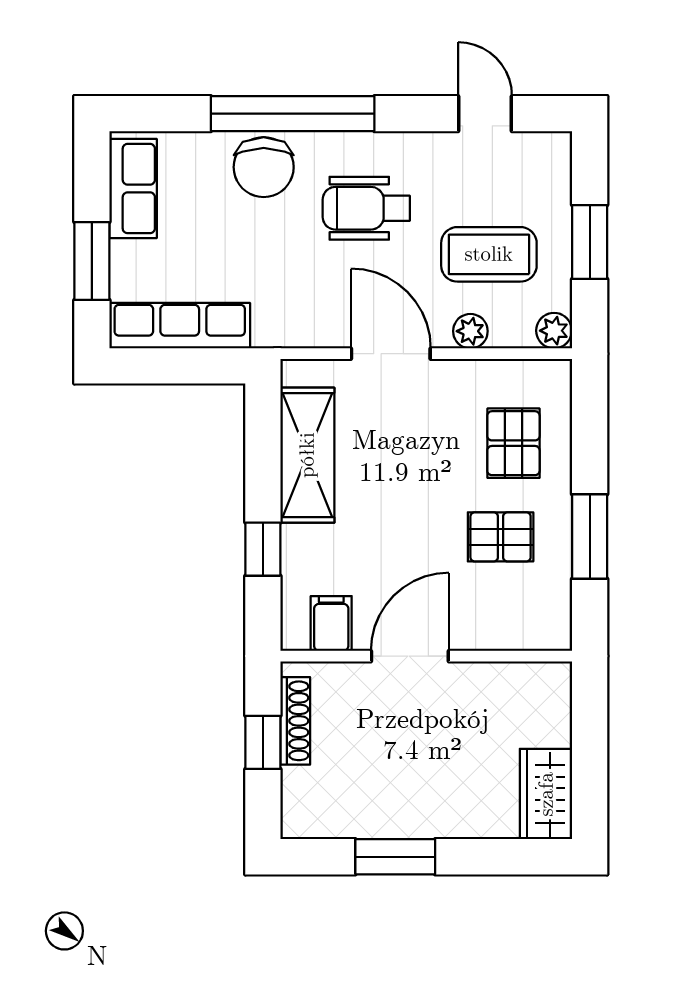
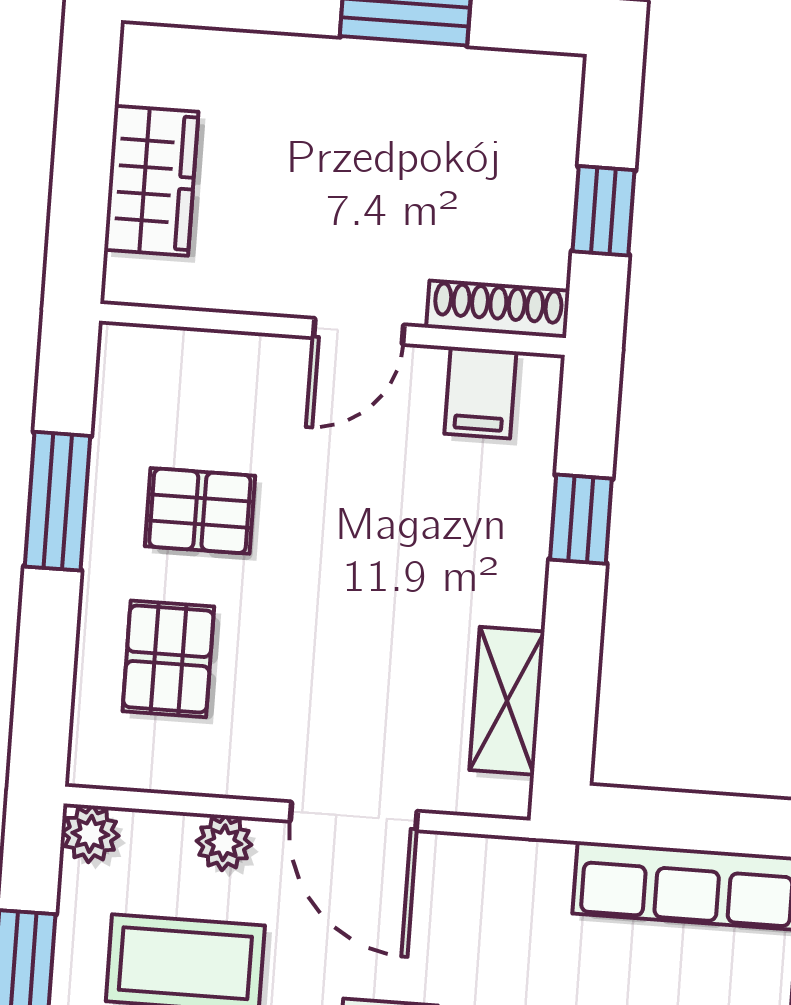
shelving: (307, 455) -> (507, 701), width x0.67, depth x0.75
door: (410, 656) -> (359, 331), width x0.73
shoe rack: (295, 721) -> (498, 309), moved, turned 90
wardrobe: (546, 794) -> (151, 181), moved

